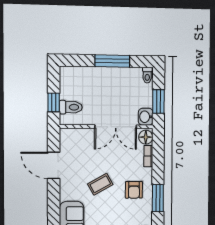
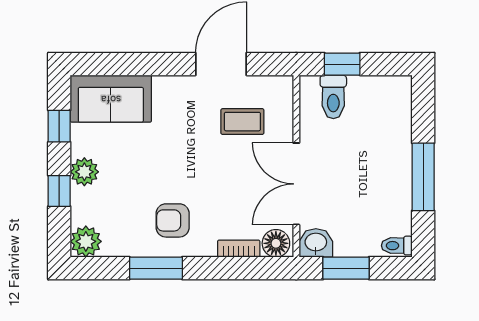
coffee table: (100, 184) -> (242, 122), moved, turned -61

